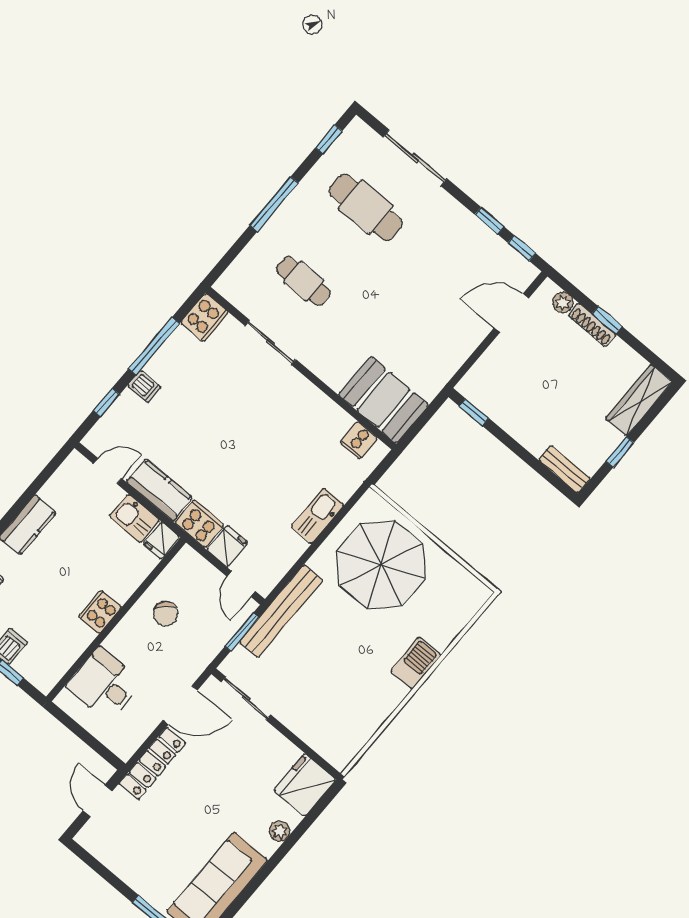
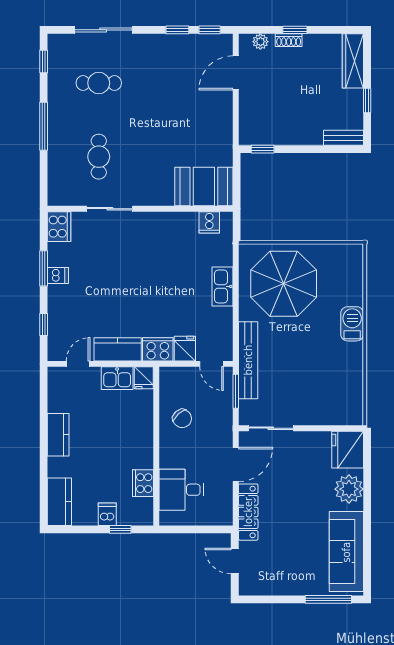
cafe table: (366, 207) -> (99, 83), width x0.73, depth x0.74
cafe table: (304, 281) -> (99, 157), turned 90
shoe rack: (592, 325) -> (289, 40), width x0.70
window: (154, 346) -> (44, 268), width x0.69
dishwasher: (144, 386) -> (58, 275), moved
cooker: (100, 612) -> (143, 483), moved
plant: (280, 831) -> (349, 489), width x1.87, depth x1.87

